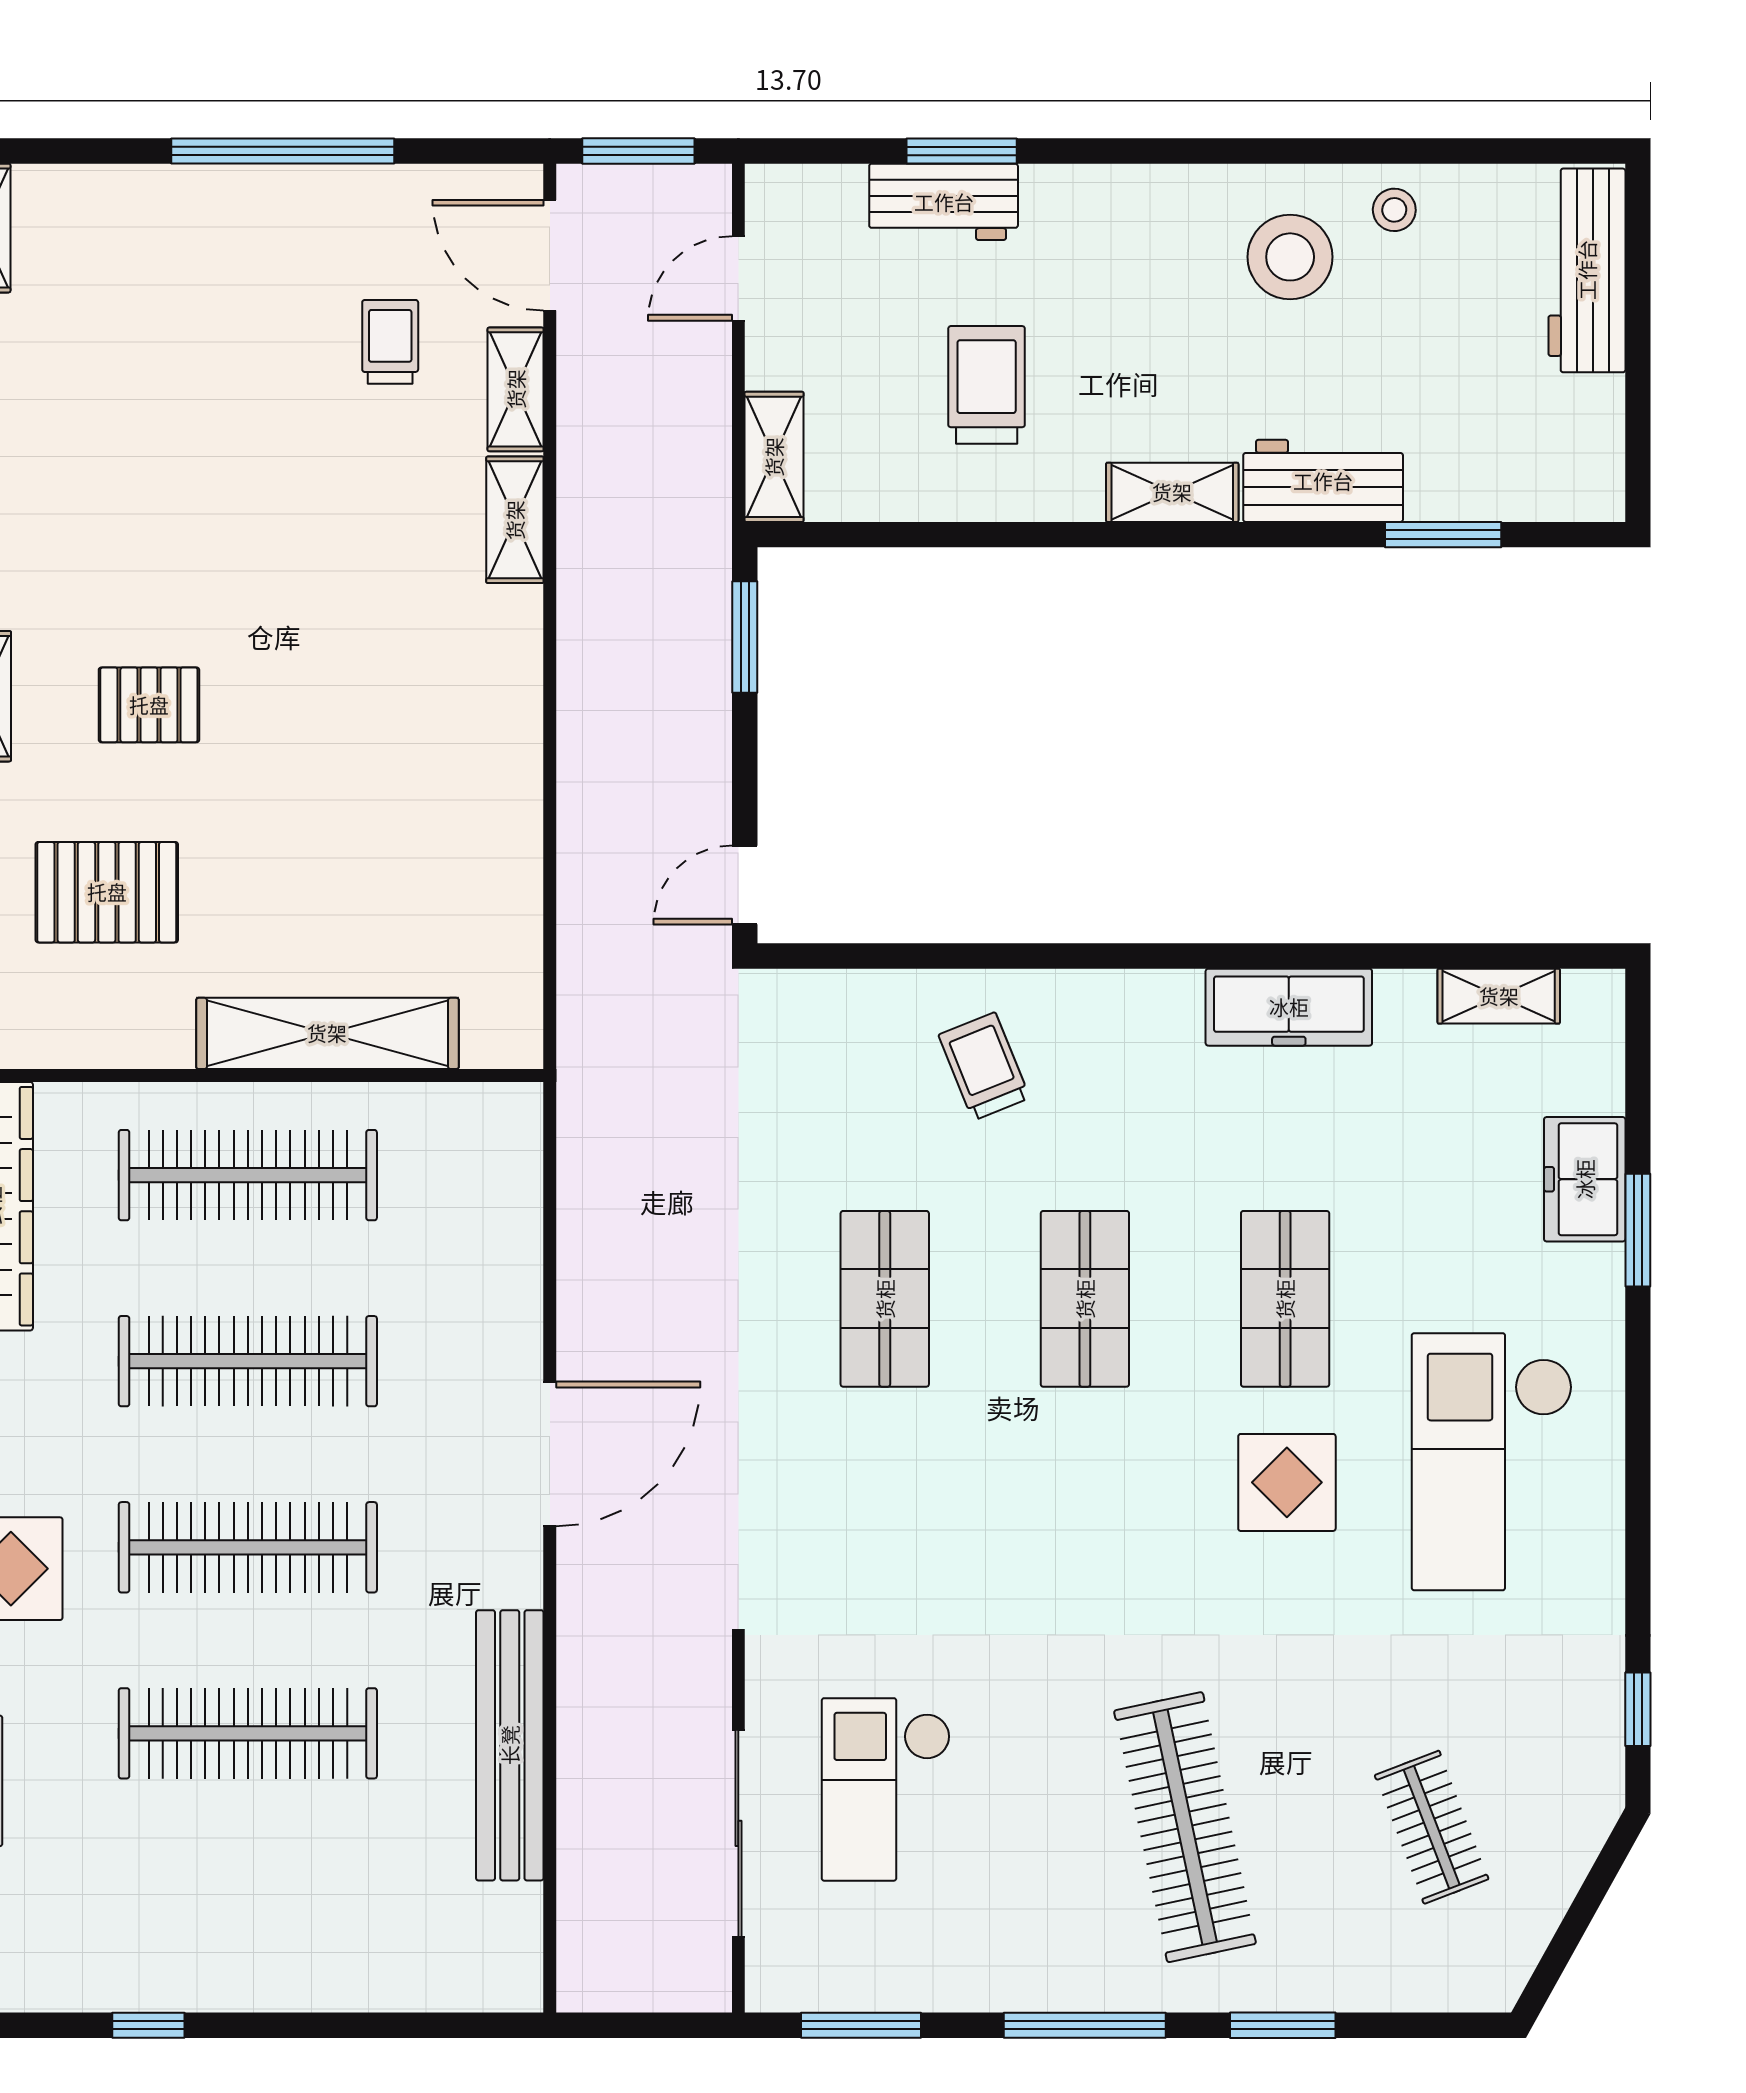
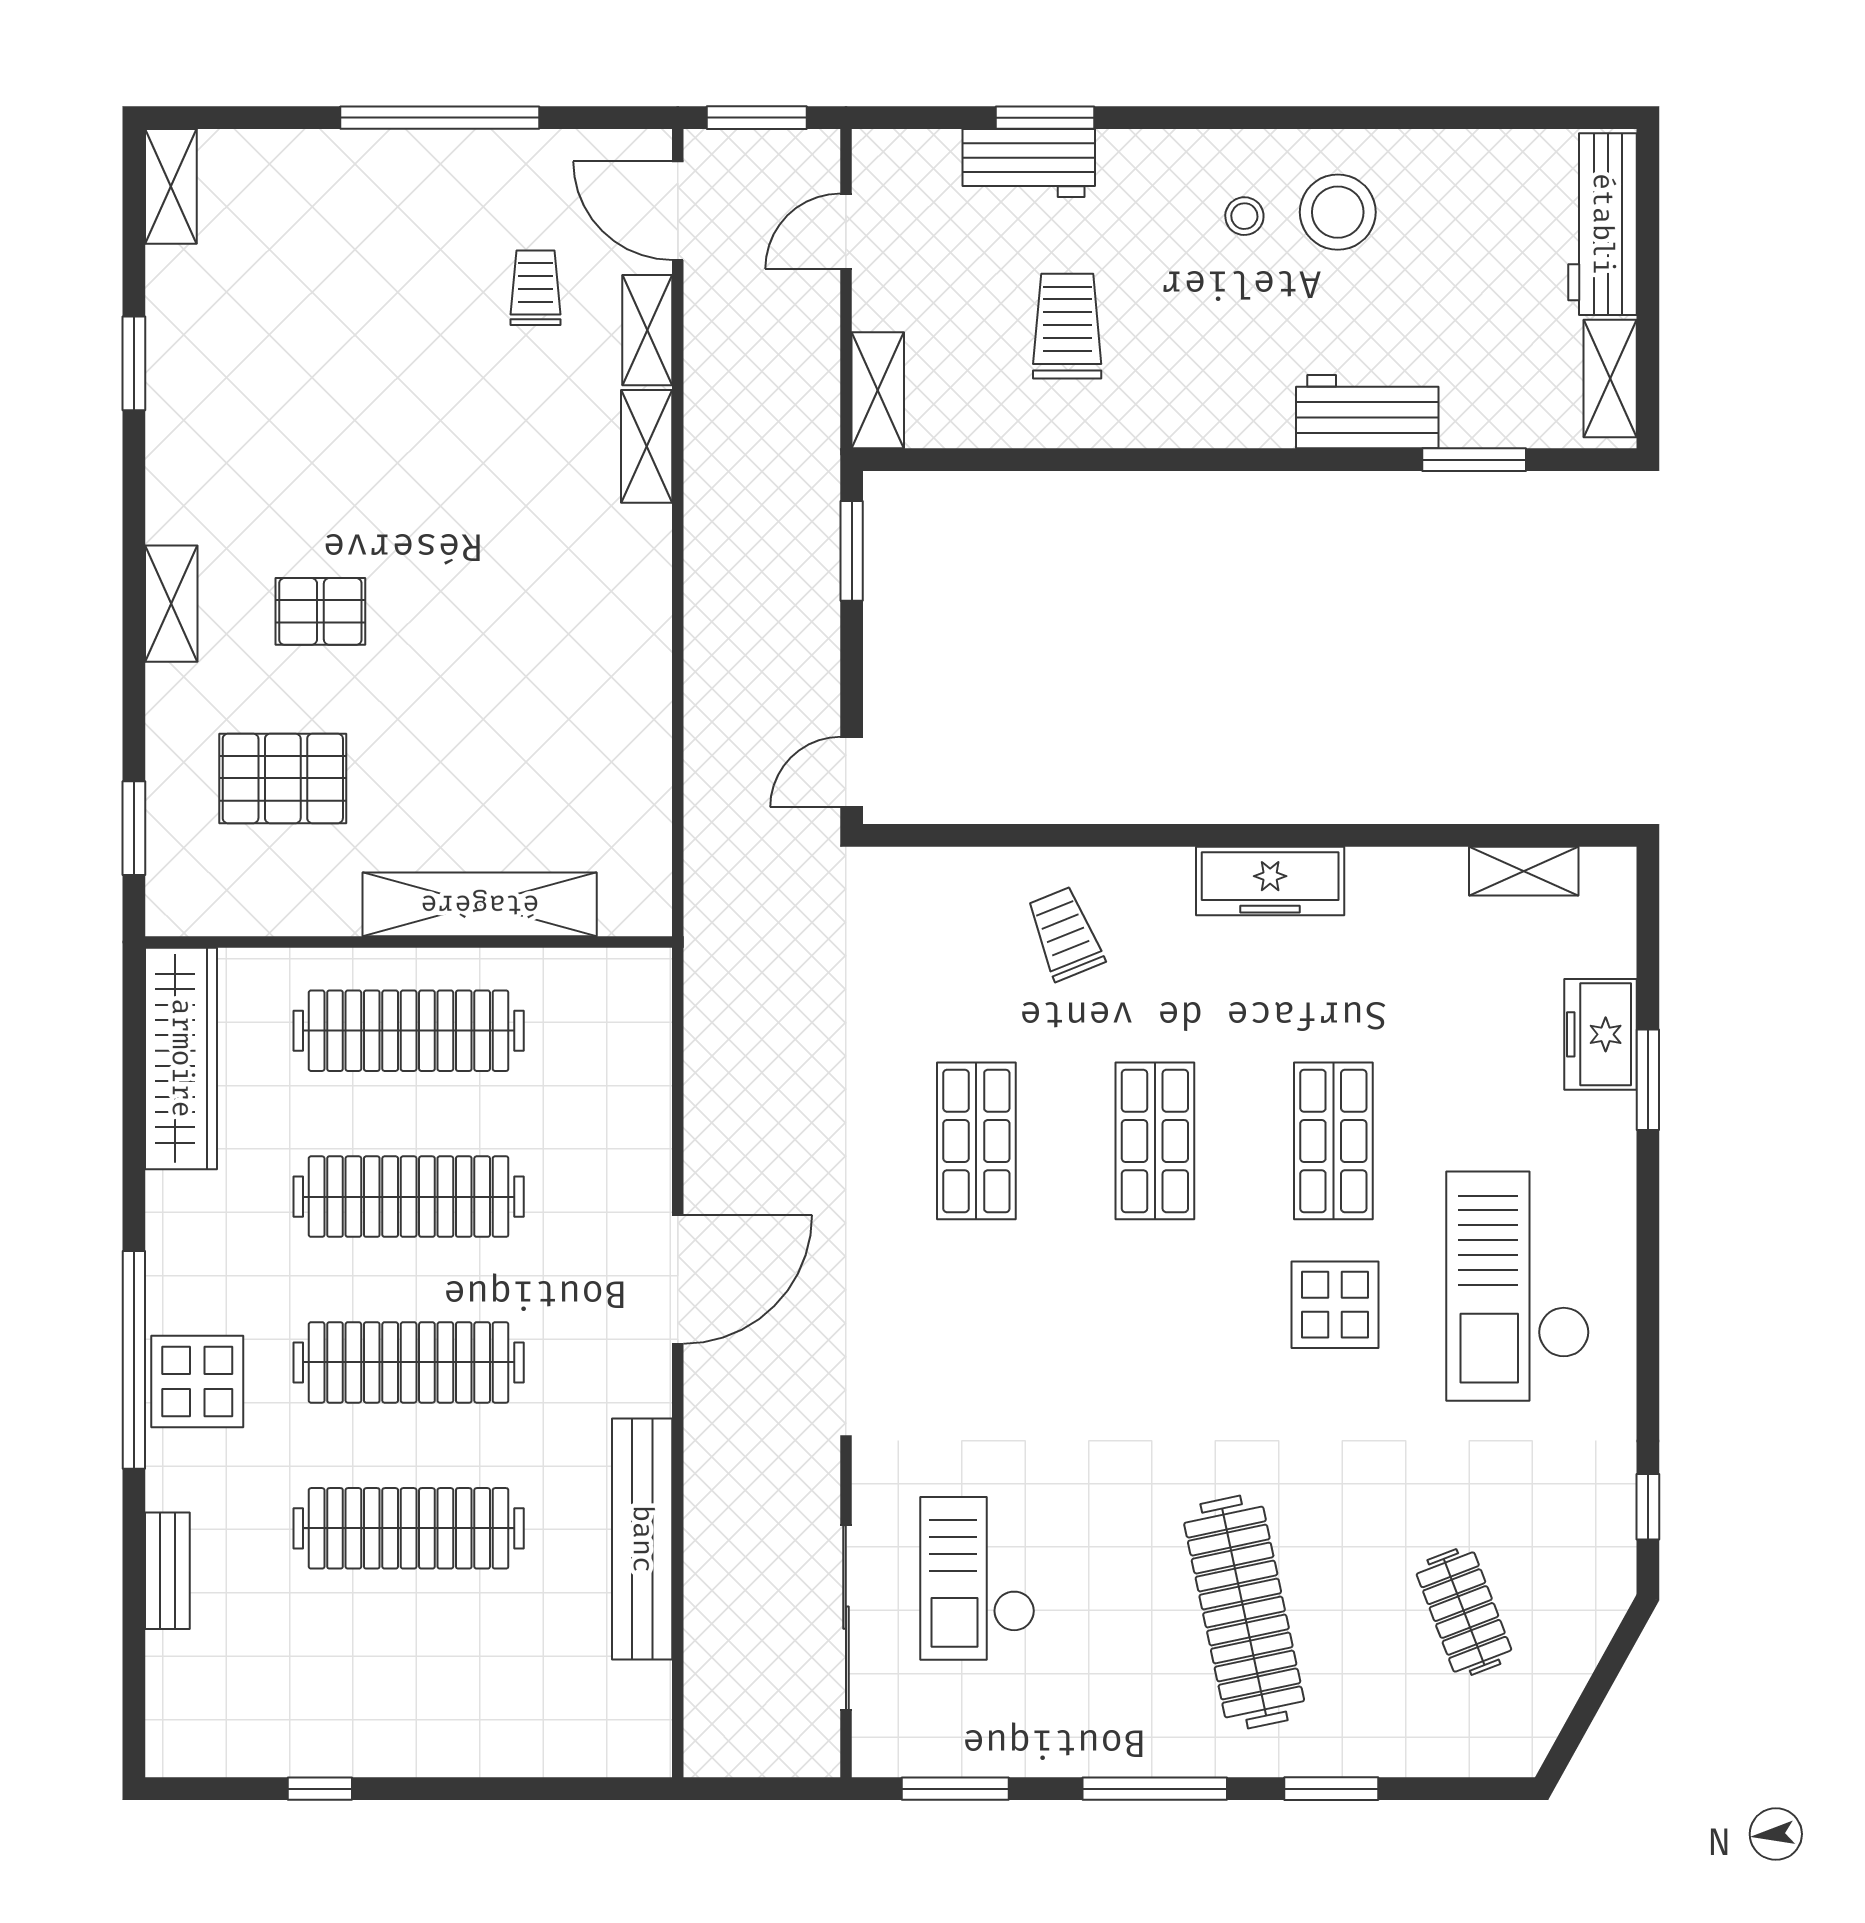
stool: (1394, 210) -> (1244, 216), moved
shelving: (1172, 492) -> (1610, 378), moved, turned 90
freezer: (1289, 1007) -> (1270, 881), moved

